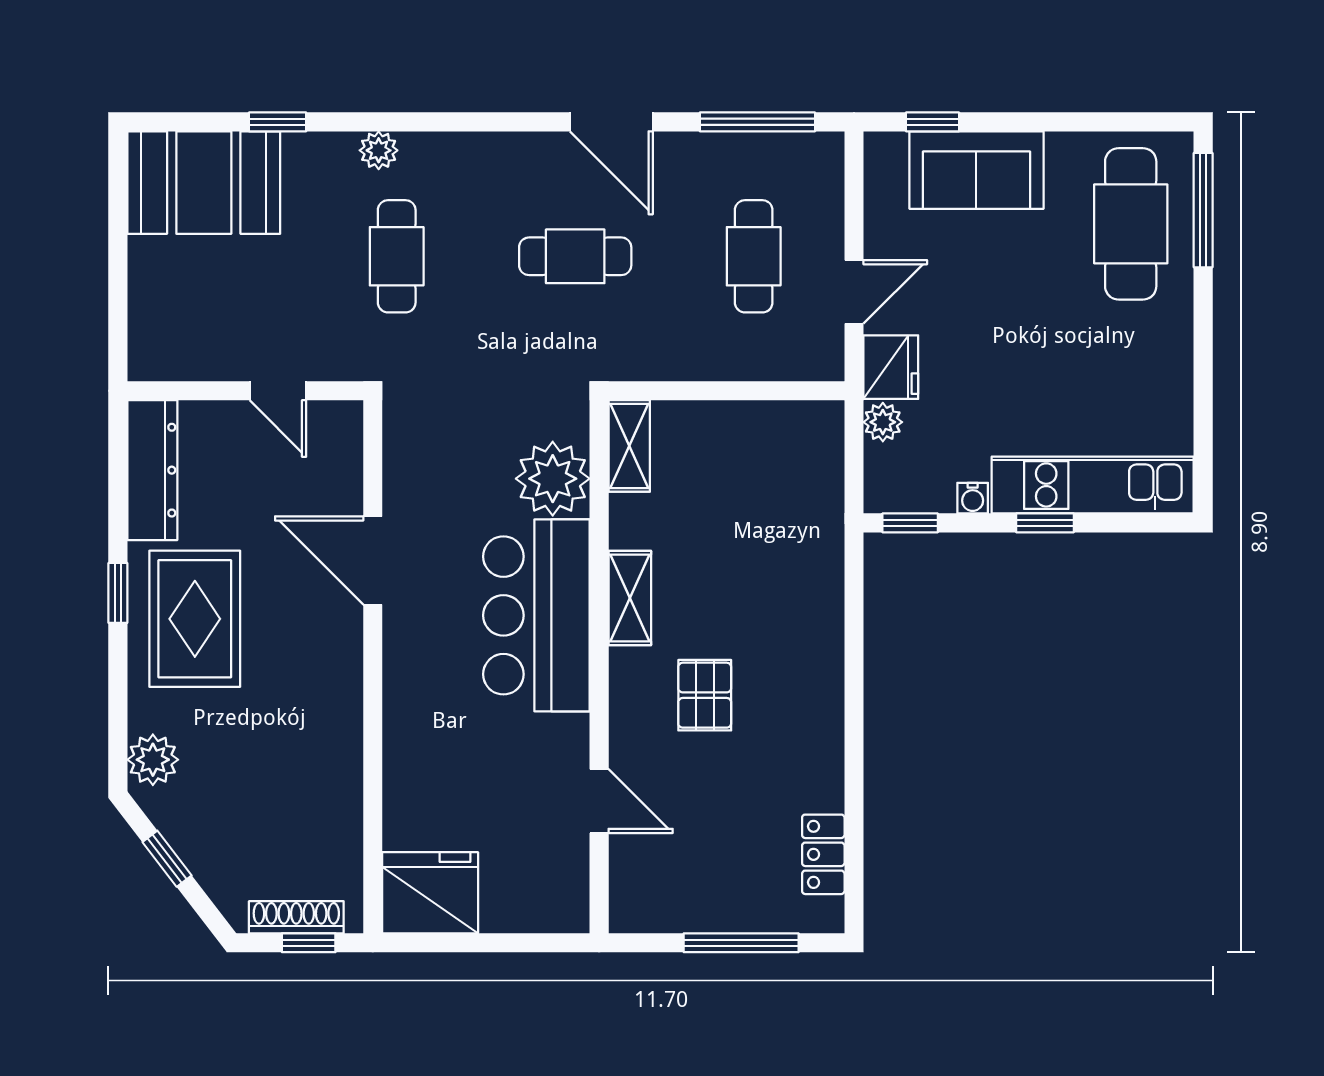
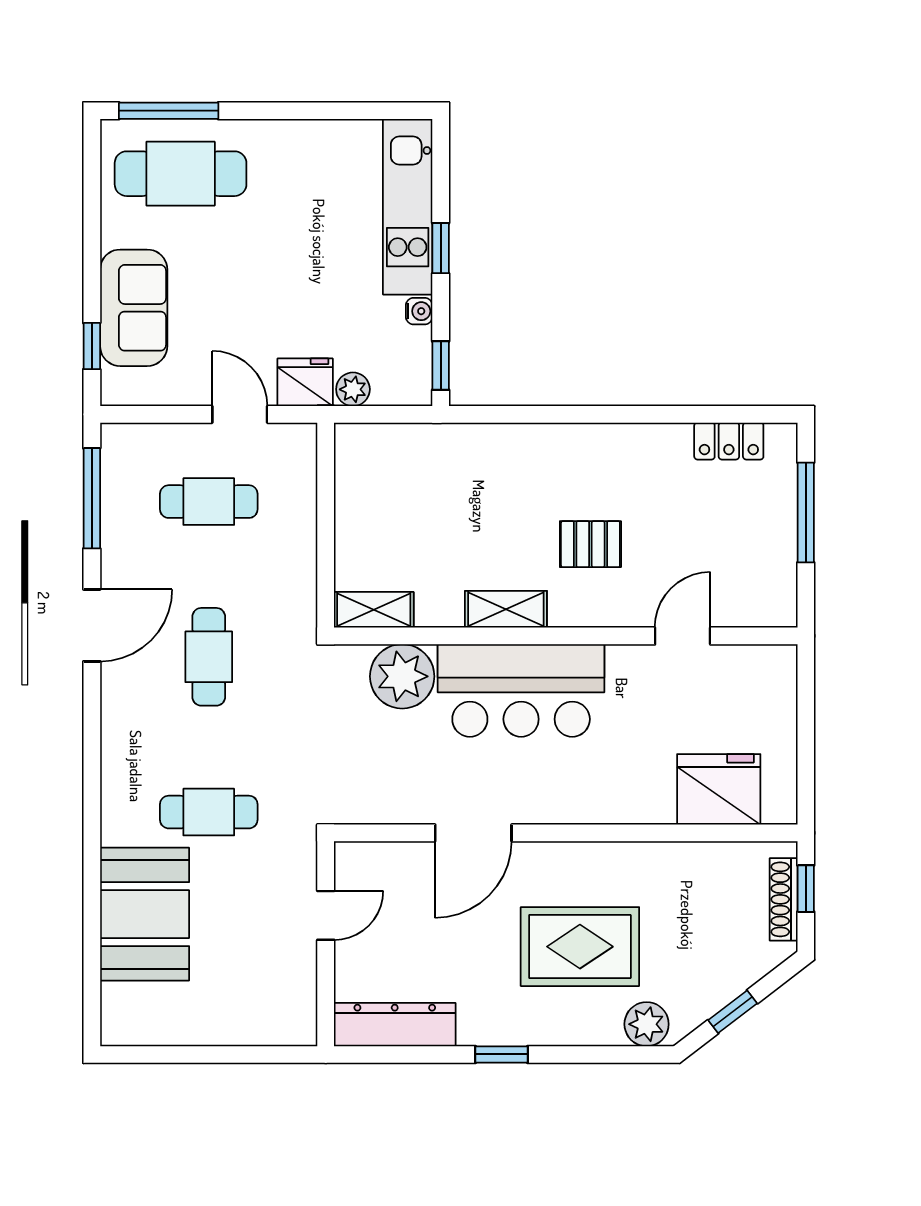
window: (278, 122) -> (92, 916), removed
plant: (379, 150) -> (117, 828), removed
booth: (204, 183) -> (145, 914), moved
rug: (195, 619) -> (580, 947), moved
fridge: (430, 893) -> (719, 789), moved, turned 90

